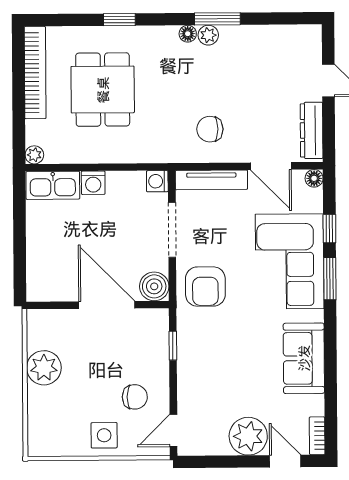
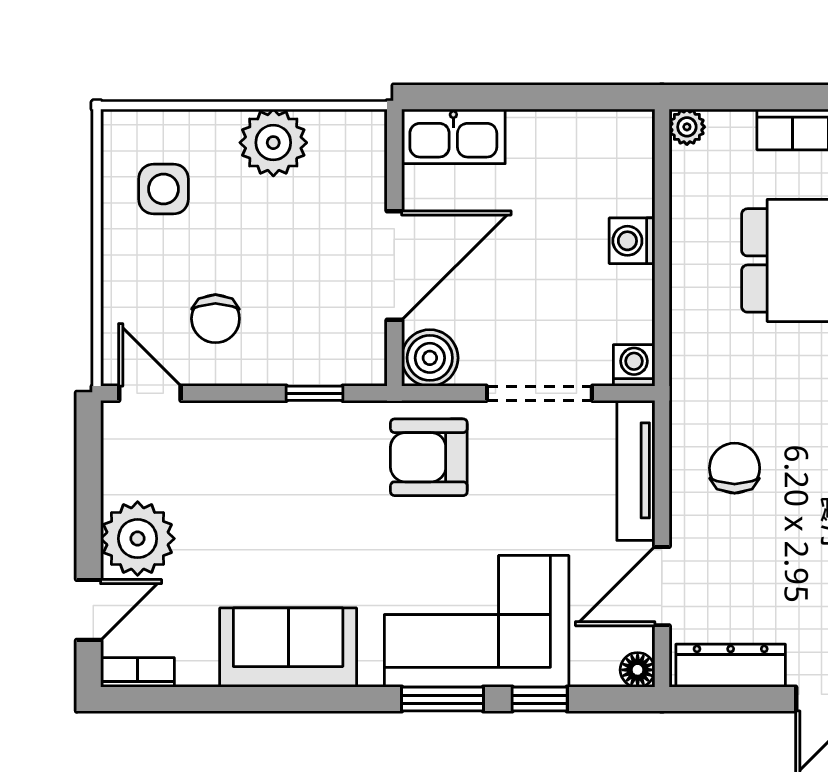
kitchen sink: (53, 185) -> (453, 136), moved, turned -90
side table: (104, 435) -> (164, 189), moved

